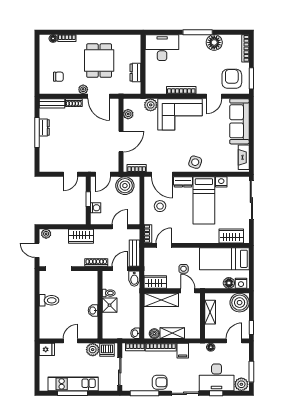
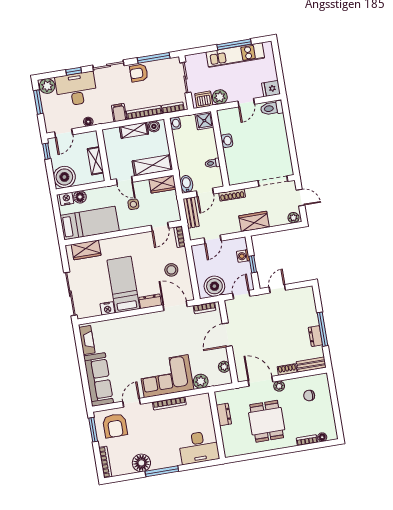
side table: (195, 162) -> (140, 326), removed
toilet: (49, 300) -> (272, 108), moved
shower: (110, 305) -> (204, 121), moved

